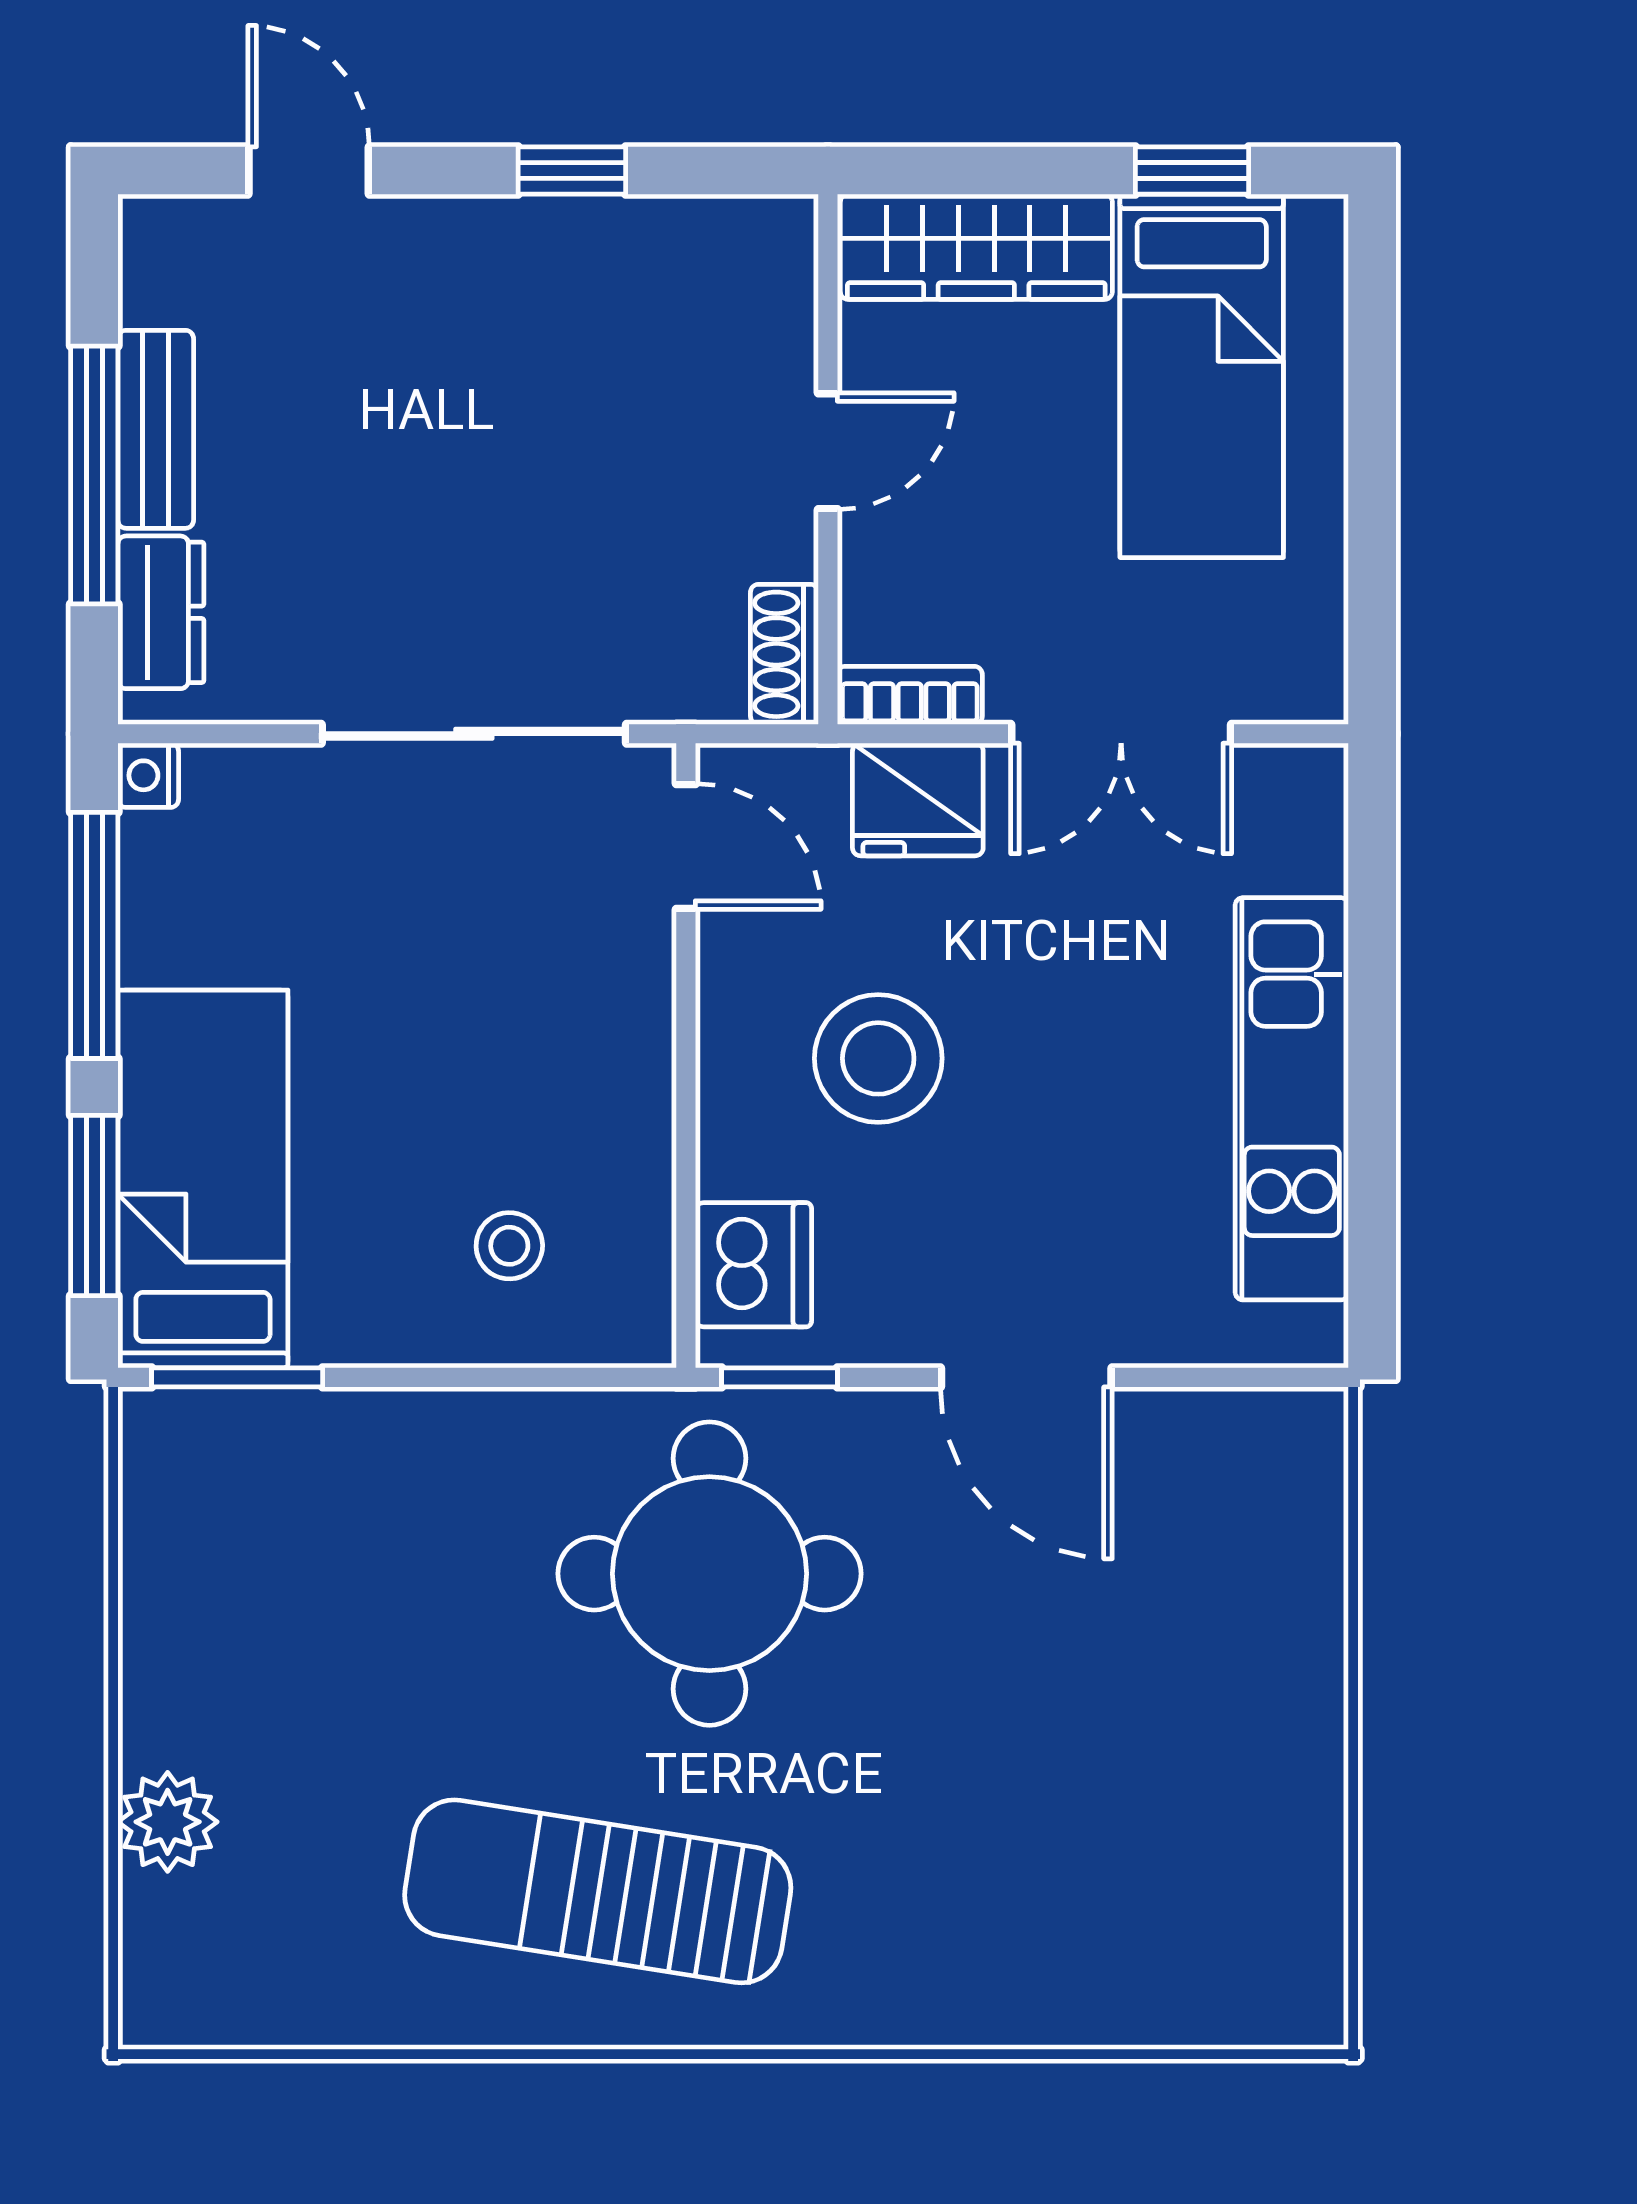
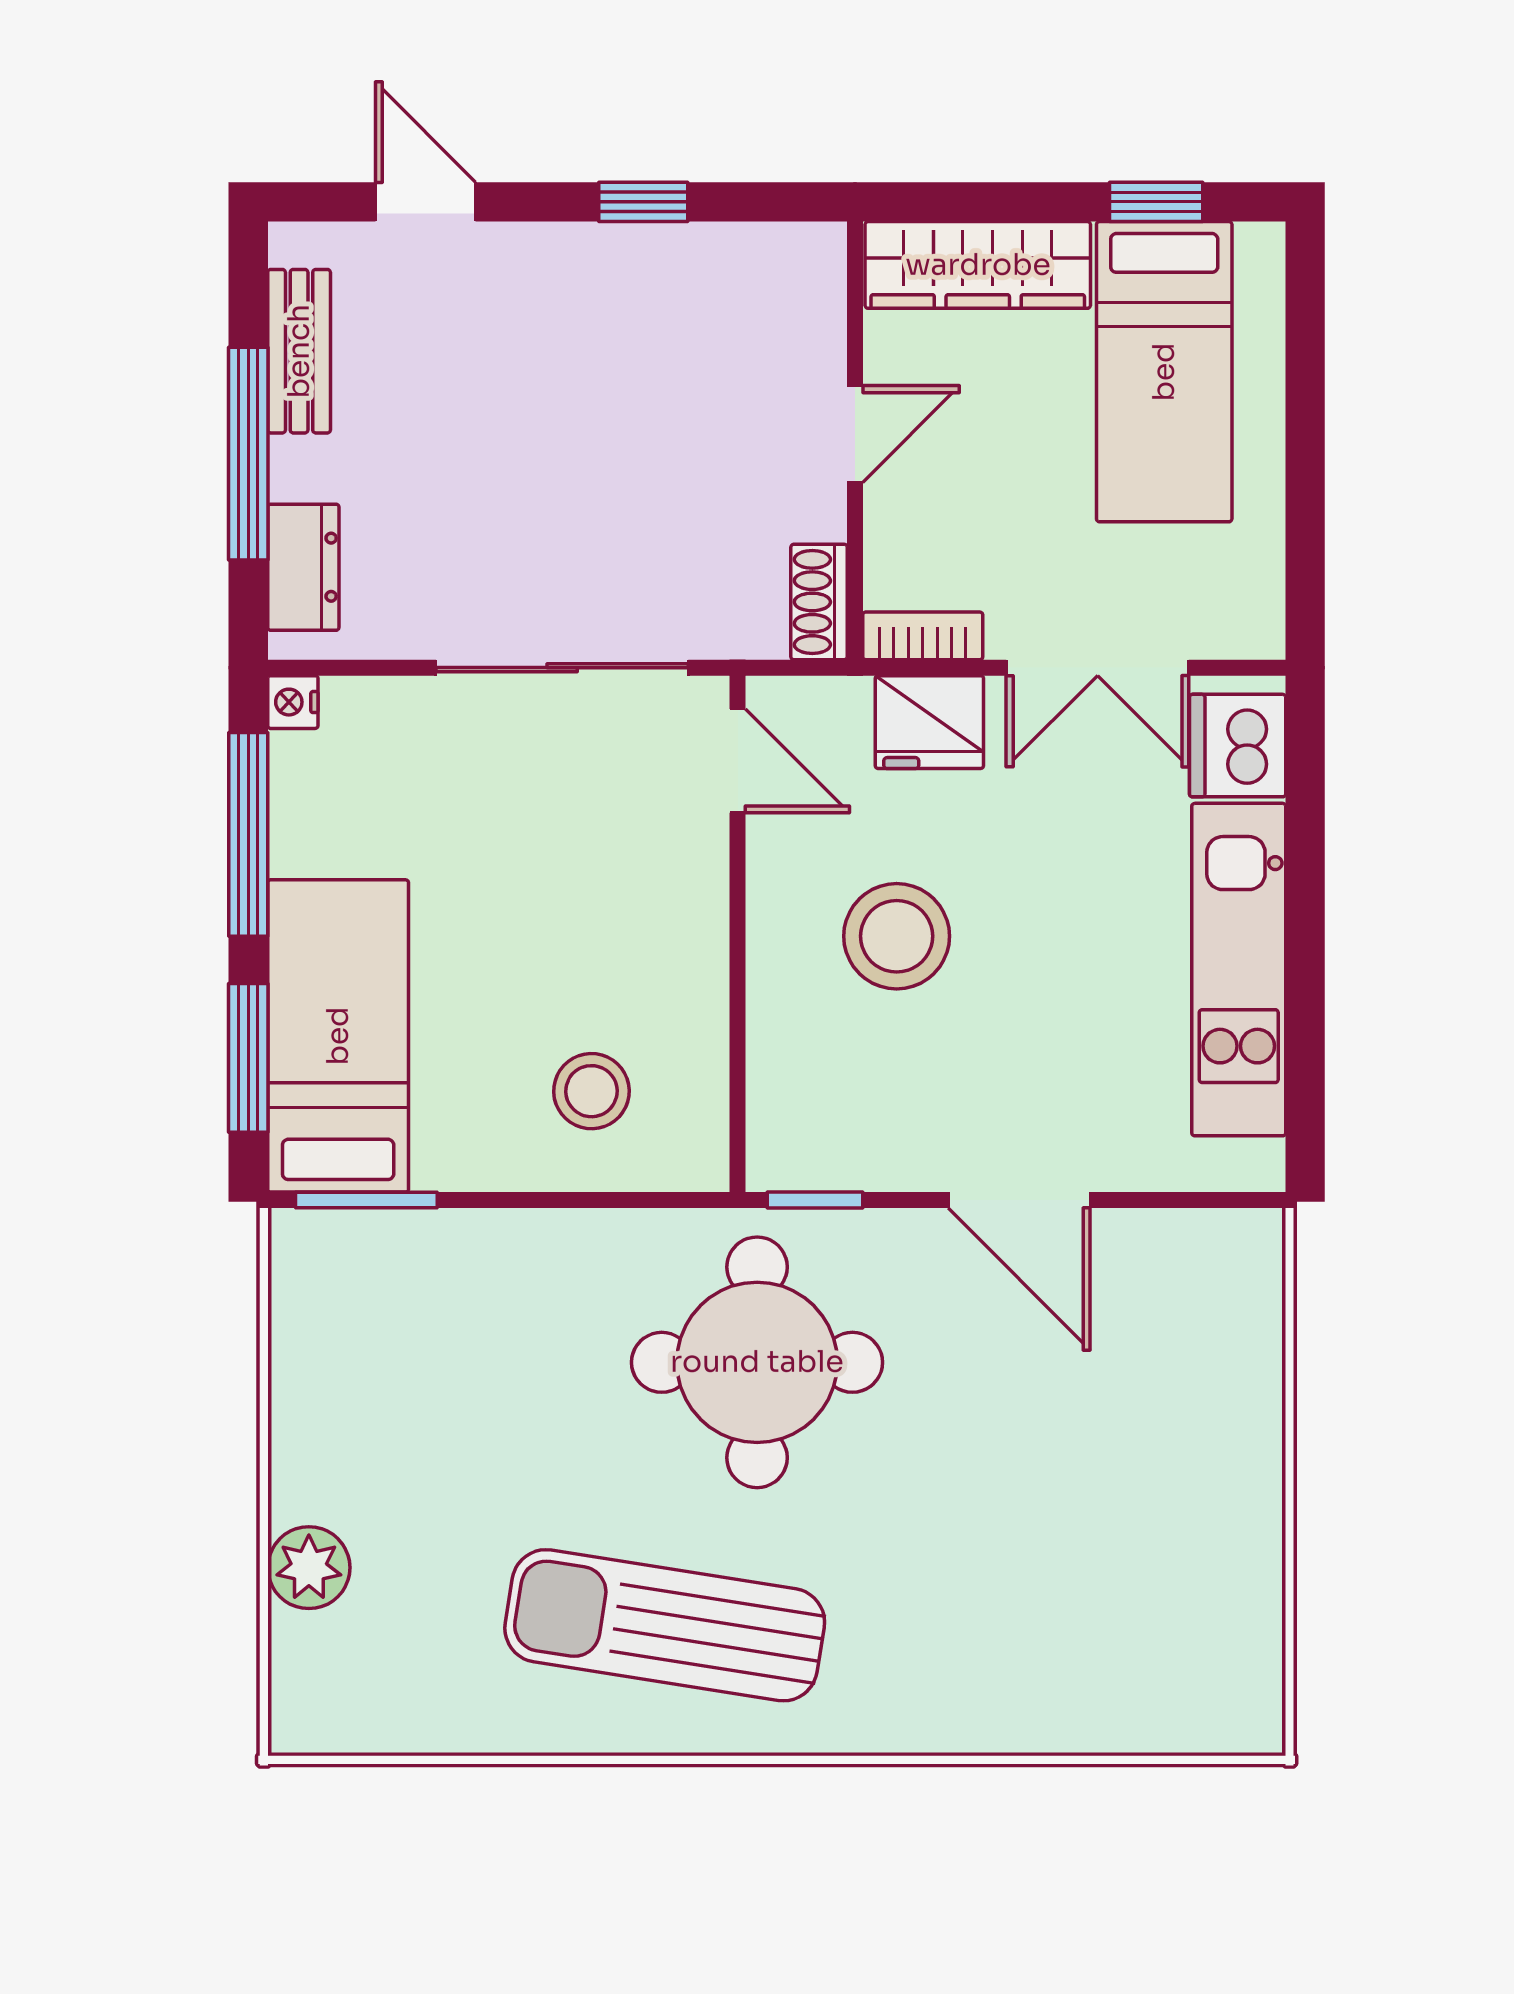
bench: (156, 429) -> (299, 351), moved
stool: (509, 1246) -> (591, 1091), width x1.37, depth x1.37
dishwasher: (753, 1265) -> (1238, 746), moved, turned 180

